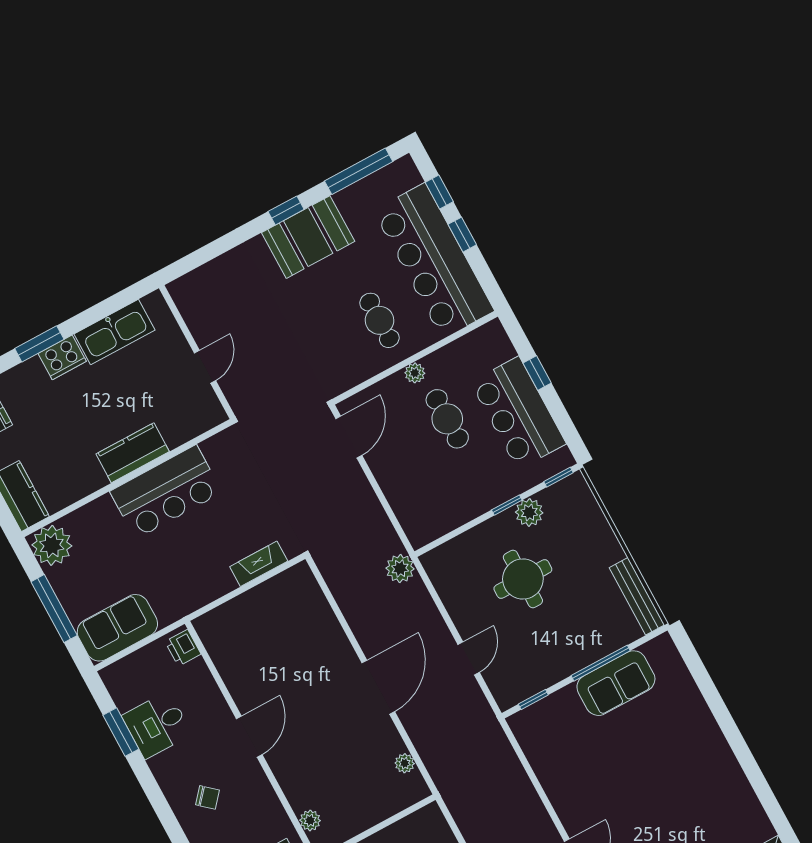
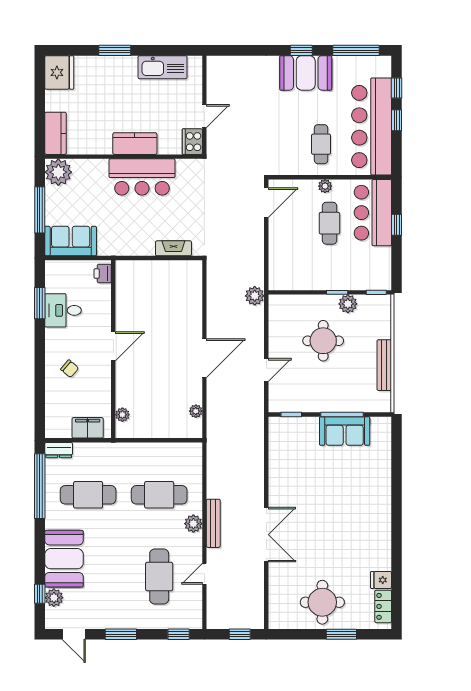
cooker: (62, 357) -> (192, 142), moved, turned 90
bar counter: (518, 413) -> (373, 213), moved
bench: (637, 596) -> (384, 365), moved

